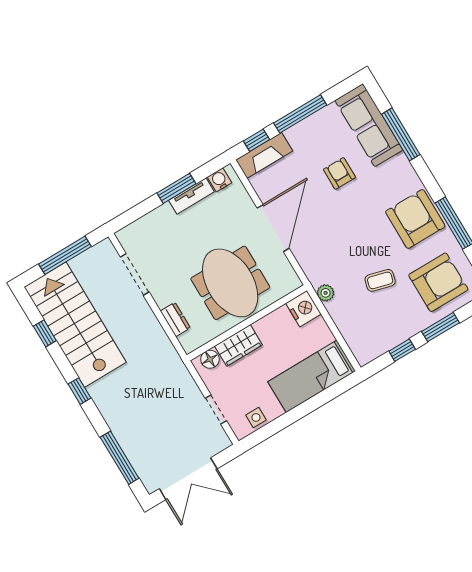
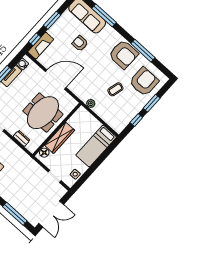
window: (300, 114) -> (52, 20), width x0.69
armchair: (415, 219) -> (123, 54), turned 180
door: (273, 228) -> (56, 80), hinge flipped
meeting table: (230, 283) -> (43, 113), turned 90
nightstand: (303, 309) -> (82, 114), removed
wardrobe: (238, 345) -> (60, 138), width x1.50

